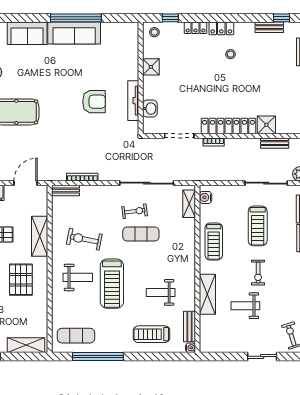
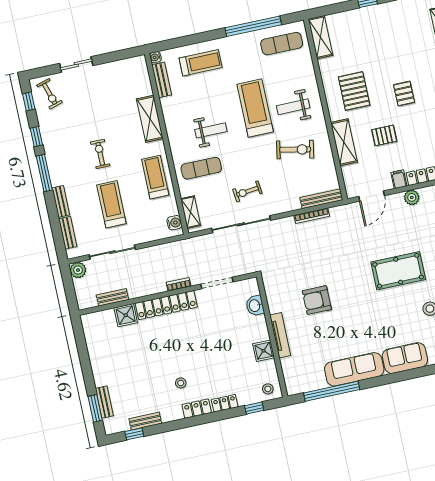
window: (76, 18) -> (332, 391), moved
tv unit: (133, 101) -> (280, 335), moved
bench: (66, 190) -> (321, 199), width x1.36
exercise mat: (141, 234) -> (201, 168), moved
weight bench: (161, 292) -> (211, 130), moved
weight bench: (245, 306) -> (106, 115), removed
shelving: (26, 345) -> (321, 37), moved, turned 90

